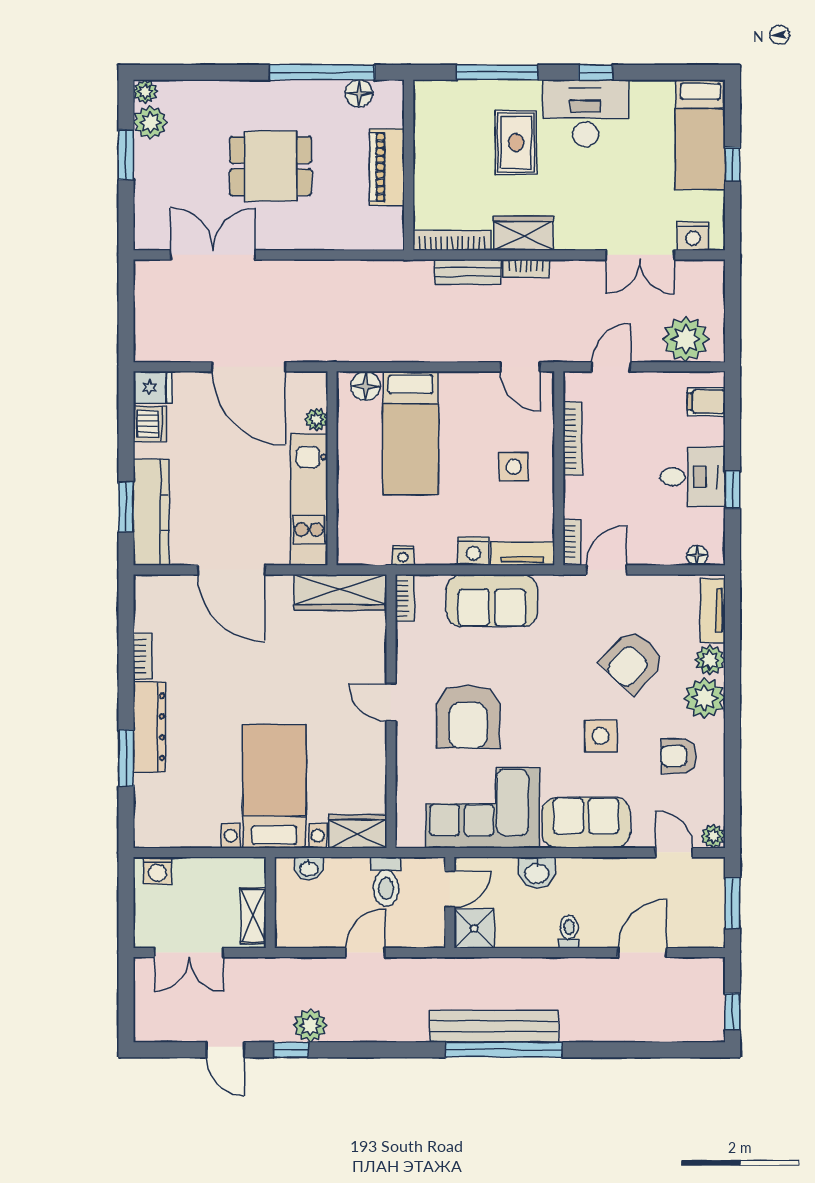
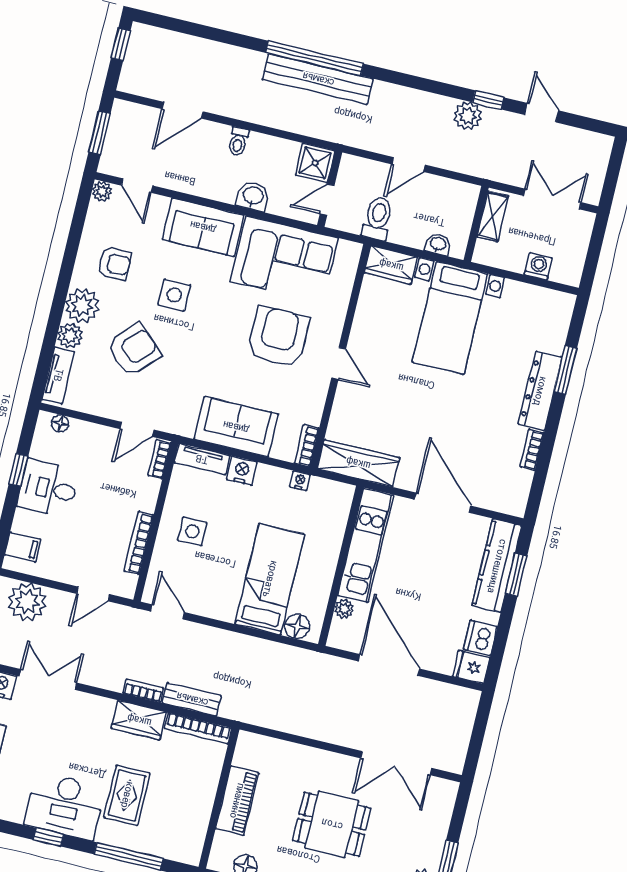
washing machine: (158, 871) -> (538, 266), moved

